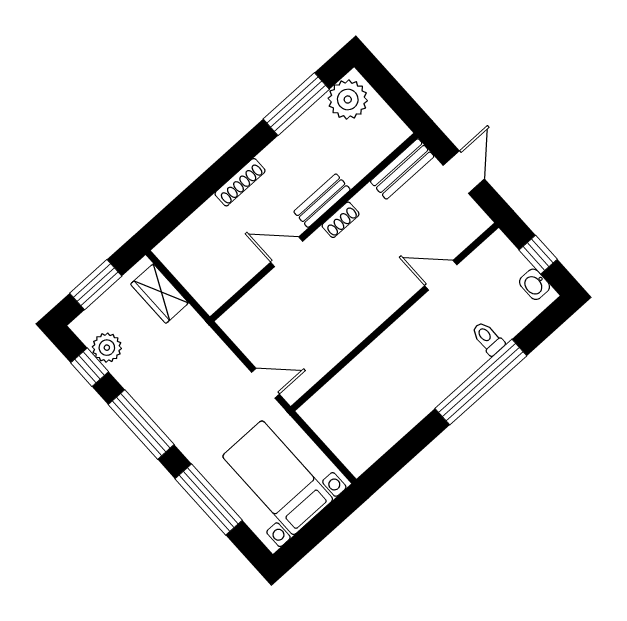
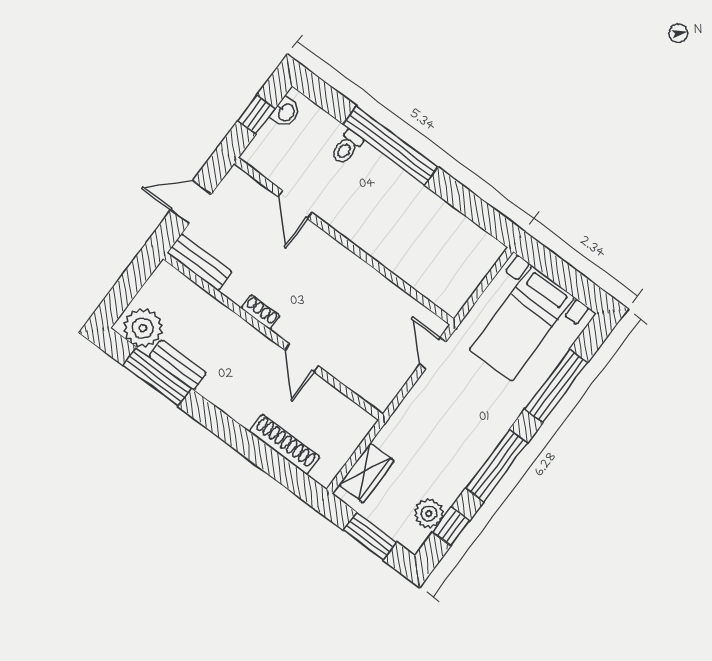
shoe rack: (240, 182) -> (284, 444), moved, width x1.36, depth x1.24
bench: (322, 201) -> (178, 365), moved

